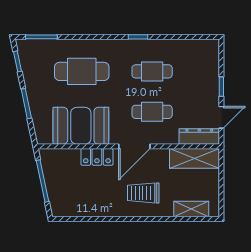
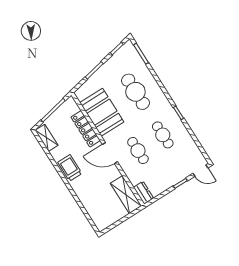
door: (221, 117) -> (200, 171), moved
dresser: (199, 136) -> (144, 193), width x0.70
locker: (97, 157) -> (86, 129), width x1.53
trolley: (143, 193) -> (70, 168), moved
shelving: (191, 209) -> (46, 138), moved

